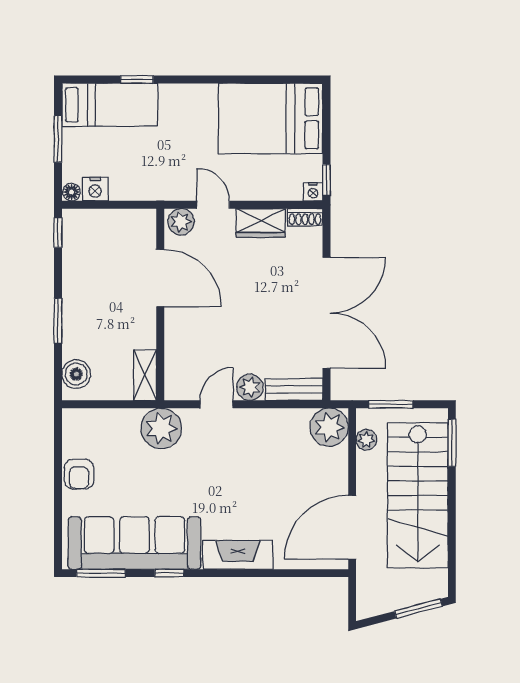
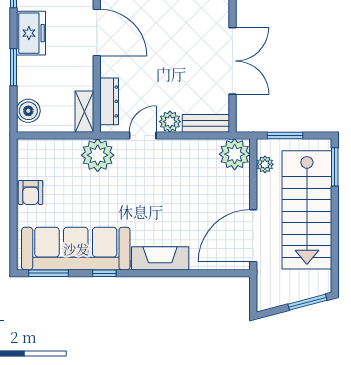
freezer: (79, 279) -> (31, 33), added
double door: (327, 313) -> (232, 61), width x0.73
dresser: (175, 363) -> (109, 101), added

